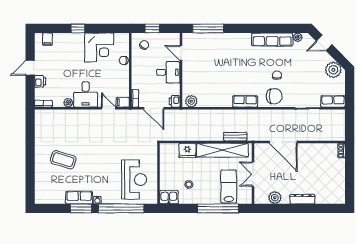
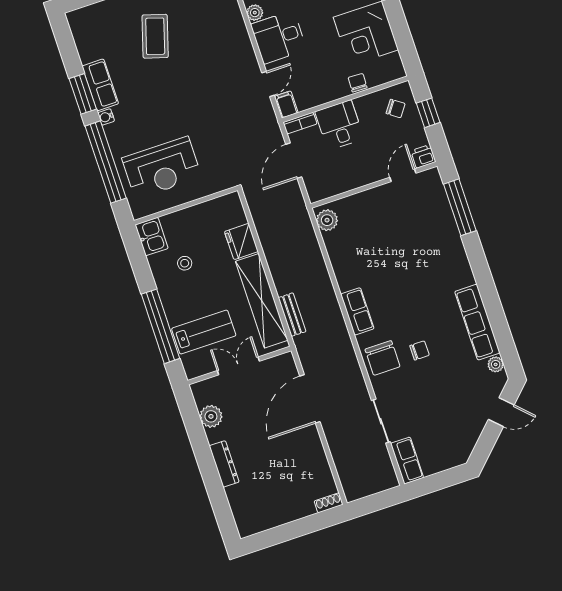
door: (324, 43) -> (501, 412), swing flipped
plant: (333, 70) -> (461, 443), removed
desk: (168, 72) -> (339, 125), moved, turned 180
printer: (175, 101) -> (423, 156), moved

